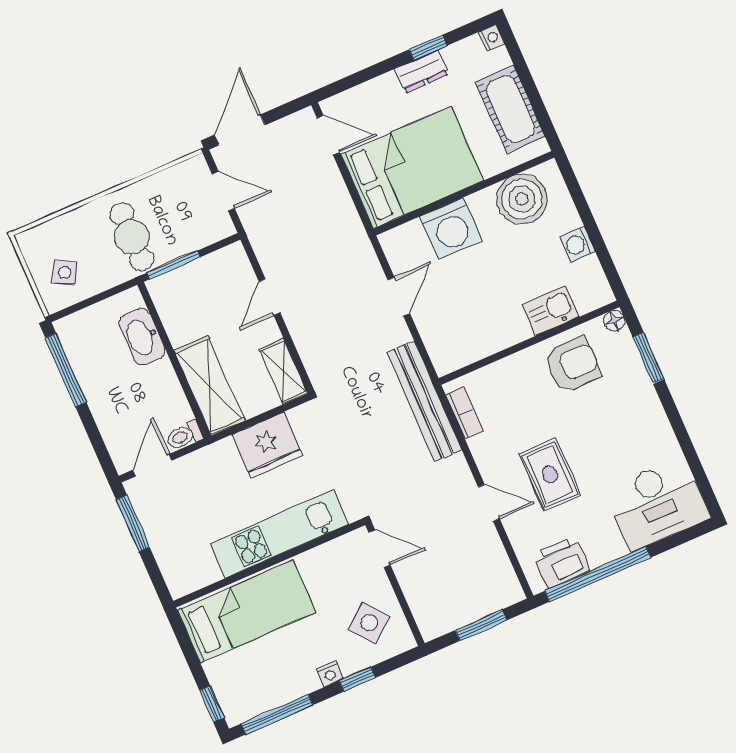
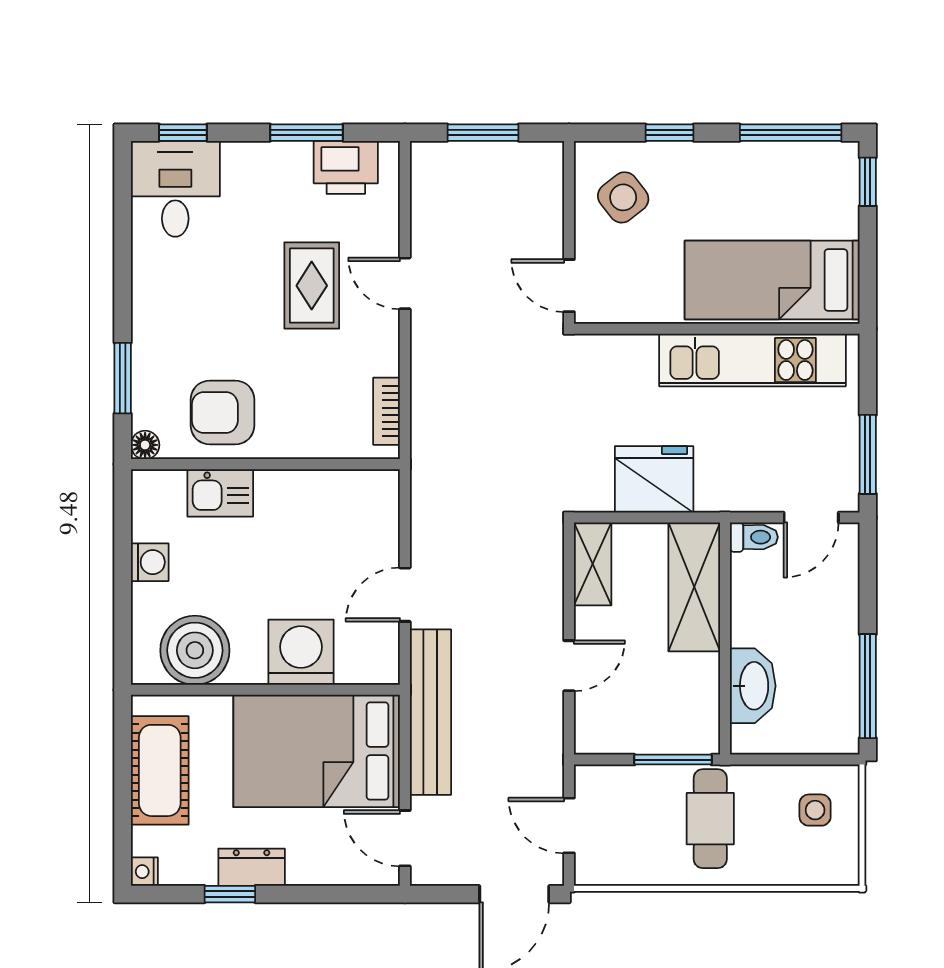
side table: (65, 273) -> (815, 810), turned -31
bench: (424, 401) -> (430, 712), moved
desk: (657, 504) -> (175, 189), width x0.73
kitchen unit: (279, 534) -> (752, 360), moved
window: (680, 538) -> (183, 133), added
window: (598, 574) -> (307, 133), width x0.47
nightstand: (330, 674) -> (701, 155), removed

